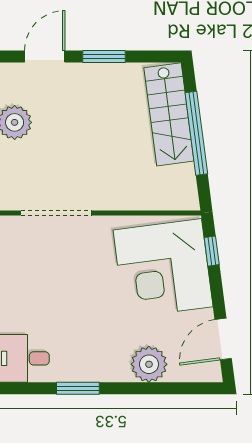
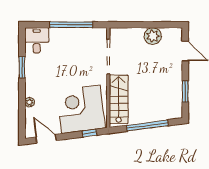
window: (104, 56) -> (185, 92), moved
stairs: (169, 114) -> (119, 99), moved, turned 97
plant: (149, 364) -> (30, 102), width x0.53, depth x0.53

